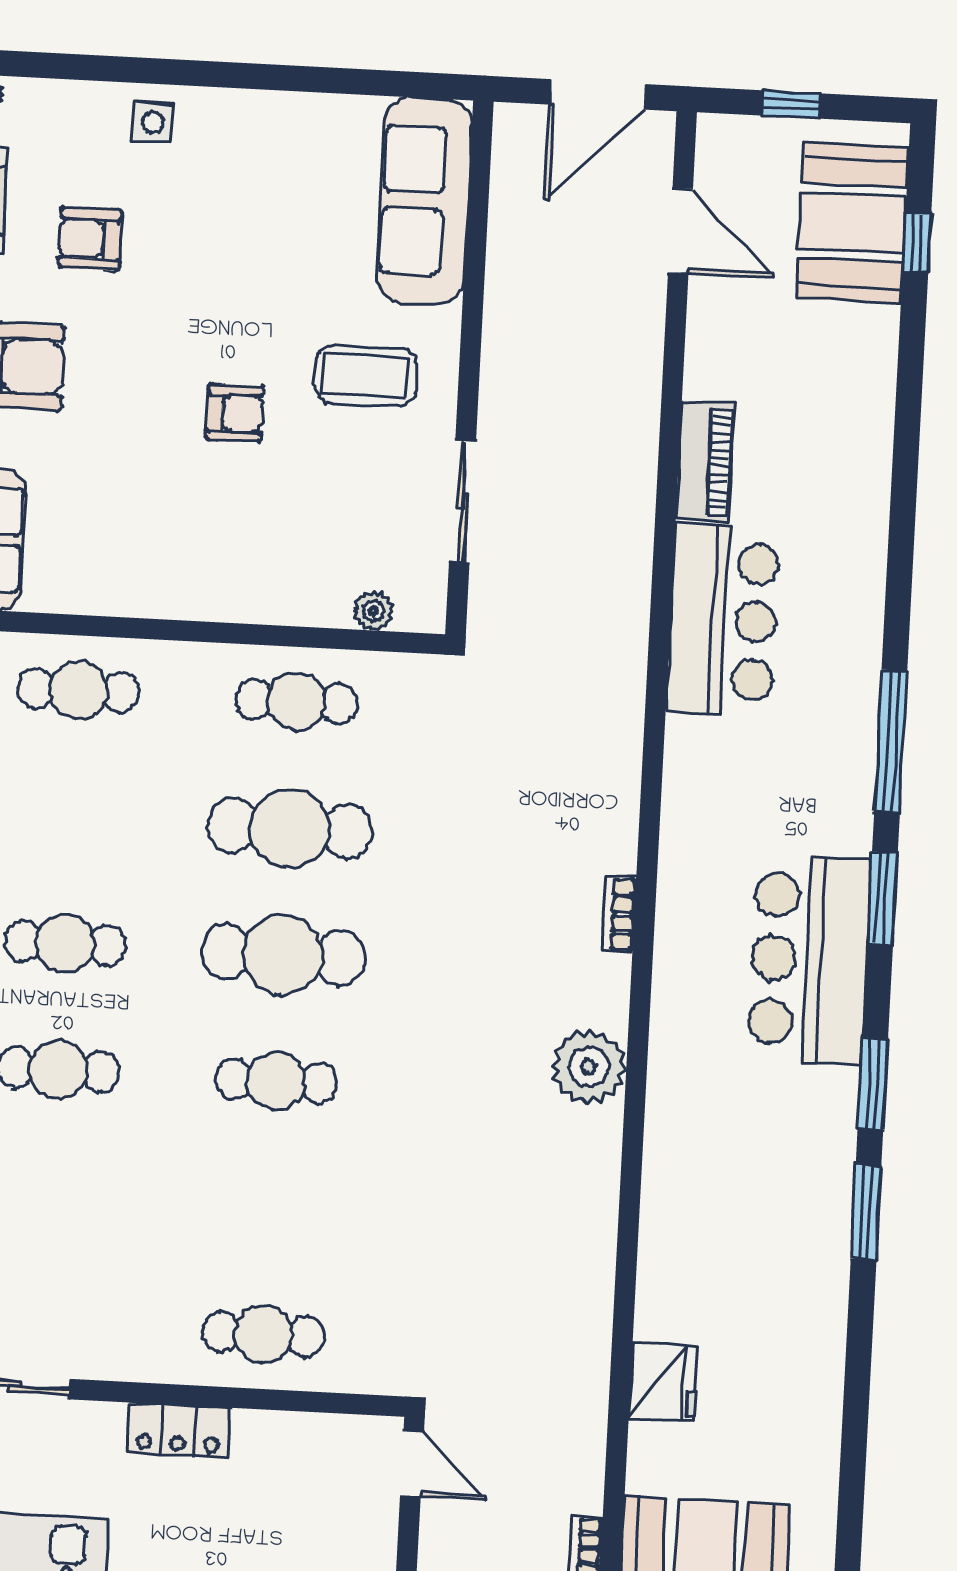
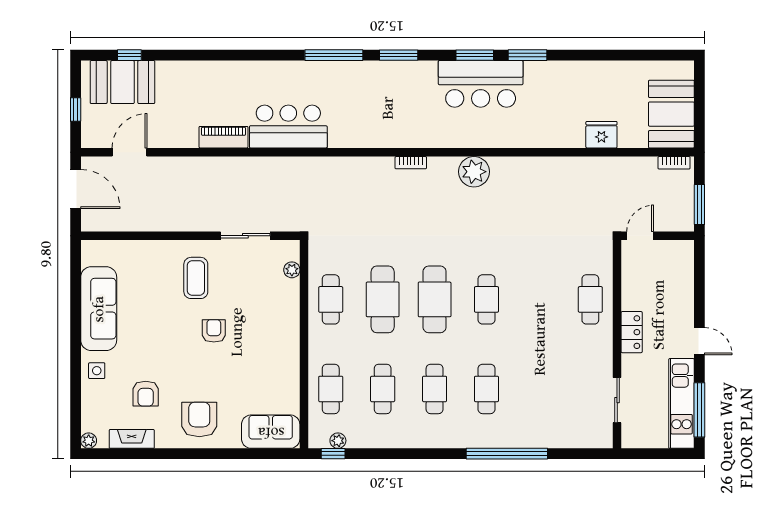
sofa: (424, 201) -> (99, 309), moved, turned -90
cafe table: (72, 817) -> (383, 389), added
bar counter: (809, 960) -> (481, 84), moved

